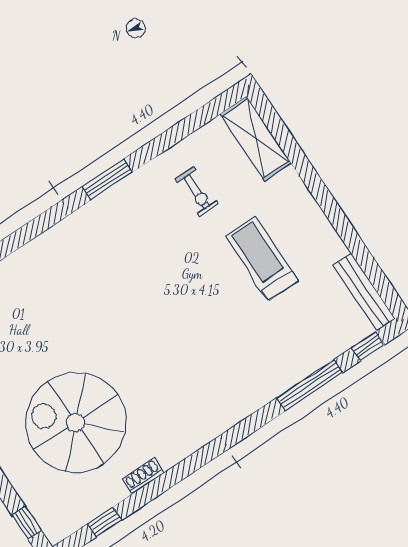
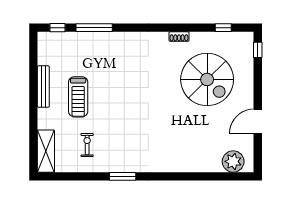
bench: (364, 292) -> (43, 86), moved
shoe rack: (143, 476) -> (179, 37), moved

